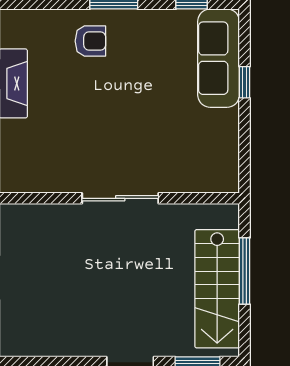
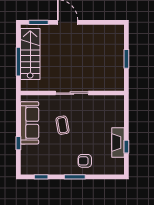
sofa: (219, 58) -> (30, 123), moved
coffee table: (142, 124) -> (63, 125), added

